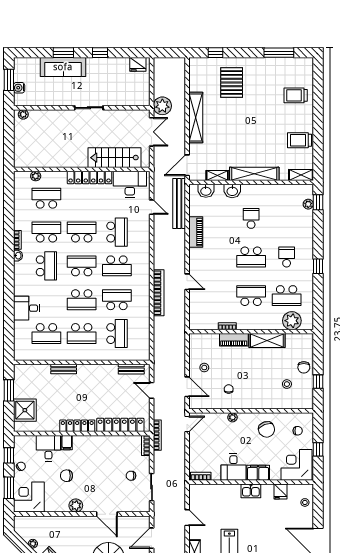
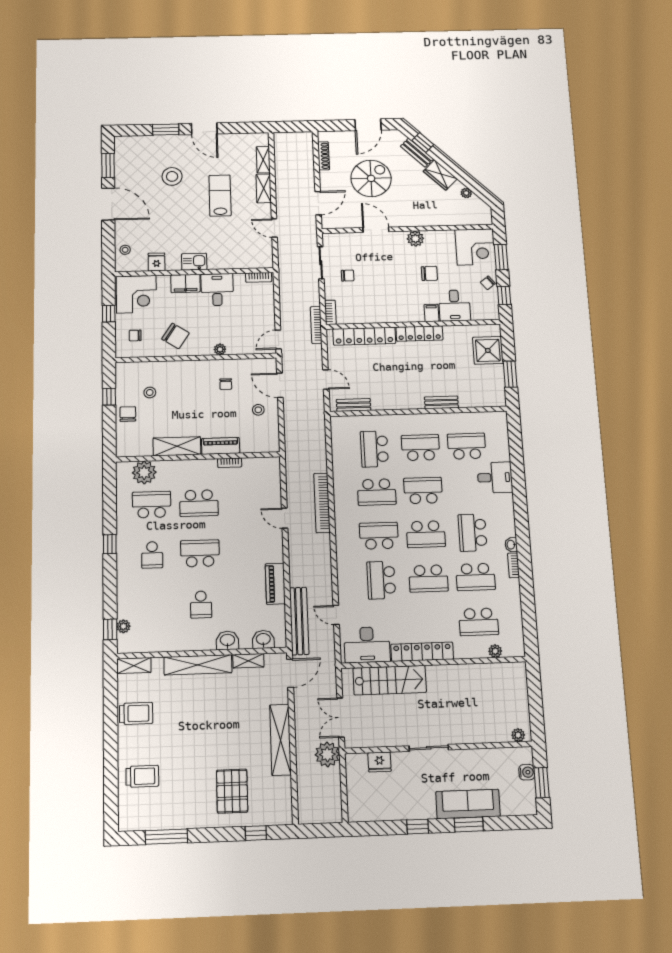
fridge: (138, 64) -> (380, 762), moved, turned 180
chair: (267, 429) -> (175, 336), turned 144

